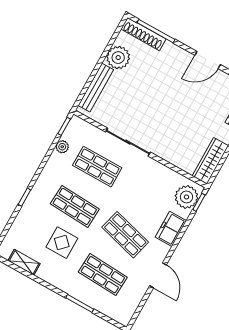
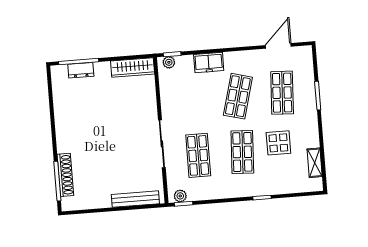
shoe rack: (143, 34) -> (65, 175), moved
plant: (118, 58) -> (99, 197), removed
door: (208, 60) -> (53, 124), removed
plant: (62, 147) -> (180, 196), moved
plant: (186, 197) -> (169, 62), width x0.53, depth x0.53
door: (158, 275) -> (278, 46), moved

